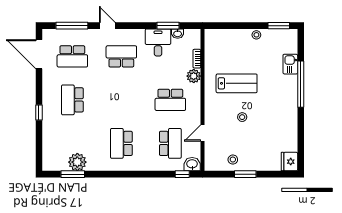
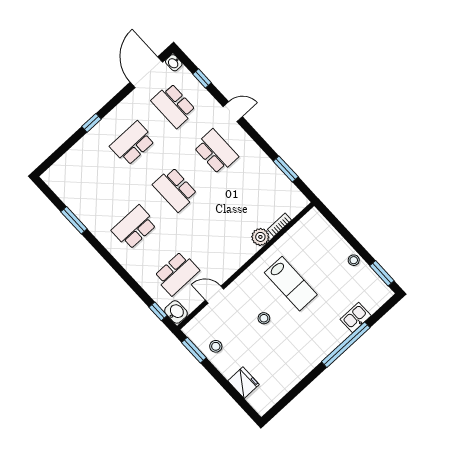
window: (72, 26) -> (202, 78), width x0.46
door: (107, 26) -> (233, 112), hinge flipped
washbasin: (178, 34) -> (174, 63), moved
desk: (158, 42) -> (261, 174), removed
school desk: (170, 100) -> (175, 189), moved
plant: (77, 162) -> (78, 202), removed
fridge: (289, 162) -> (243, 383), moved, turned 90
window: (73, 174) -> (74, 220), moved
window: (245, 174) -> (194, 350), moved

